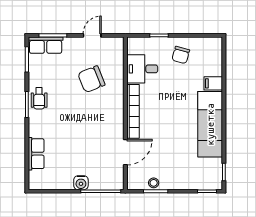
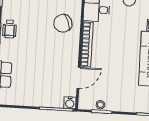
chair: (91, 79) -> (63, 23), moved
water cooler: (81, 183) -> (70, 103), moved

